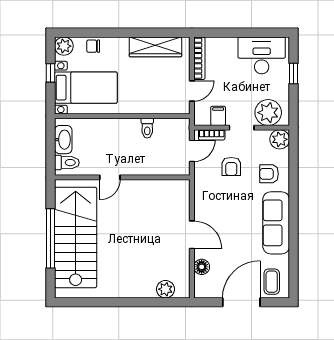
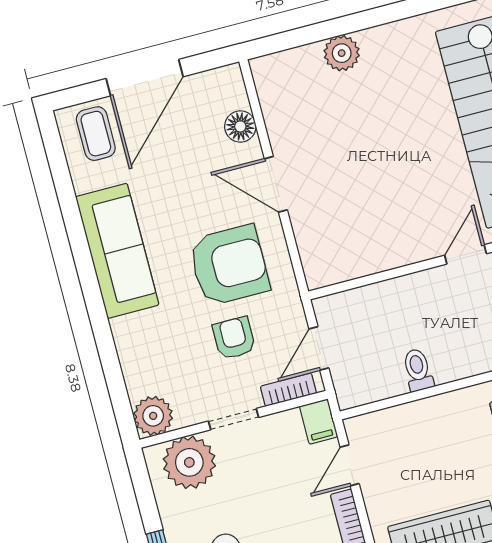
filing cabinet: (218, 116) -> (319, 422), moved
armchair: (269, 174) -> (229, 265), moved, width x1.88, depth x1.88
plant: (165, 289) -> (342, 53), moved

